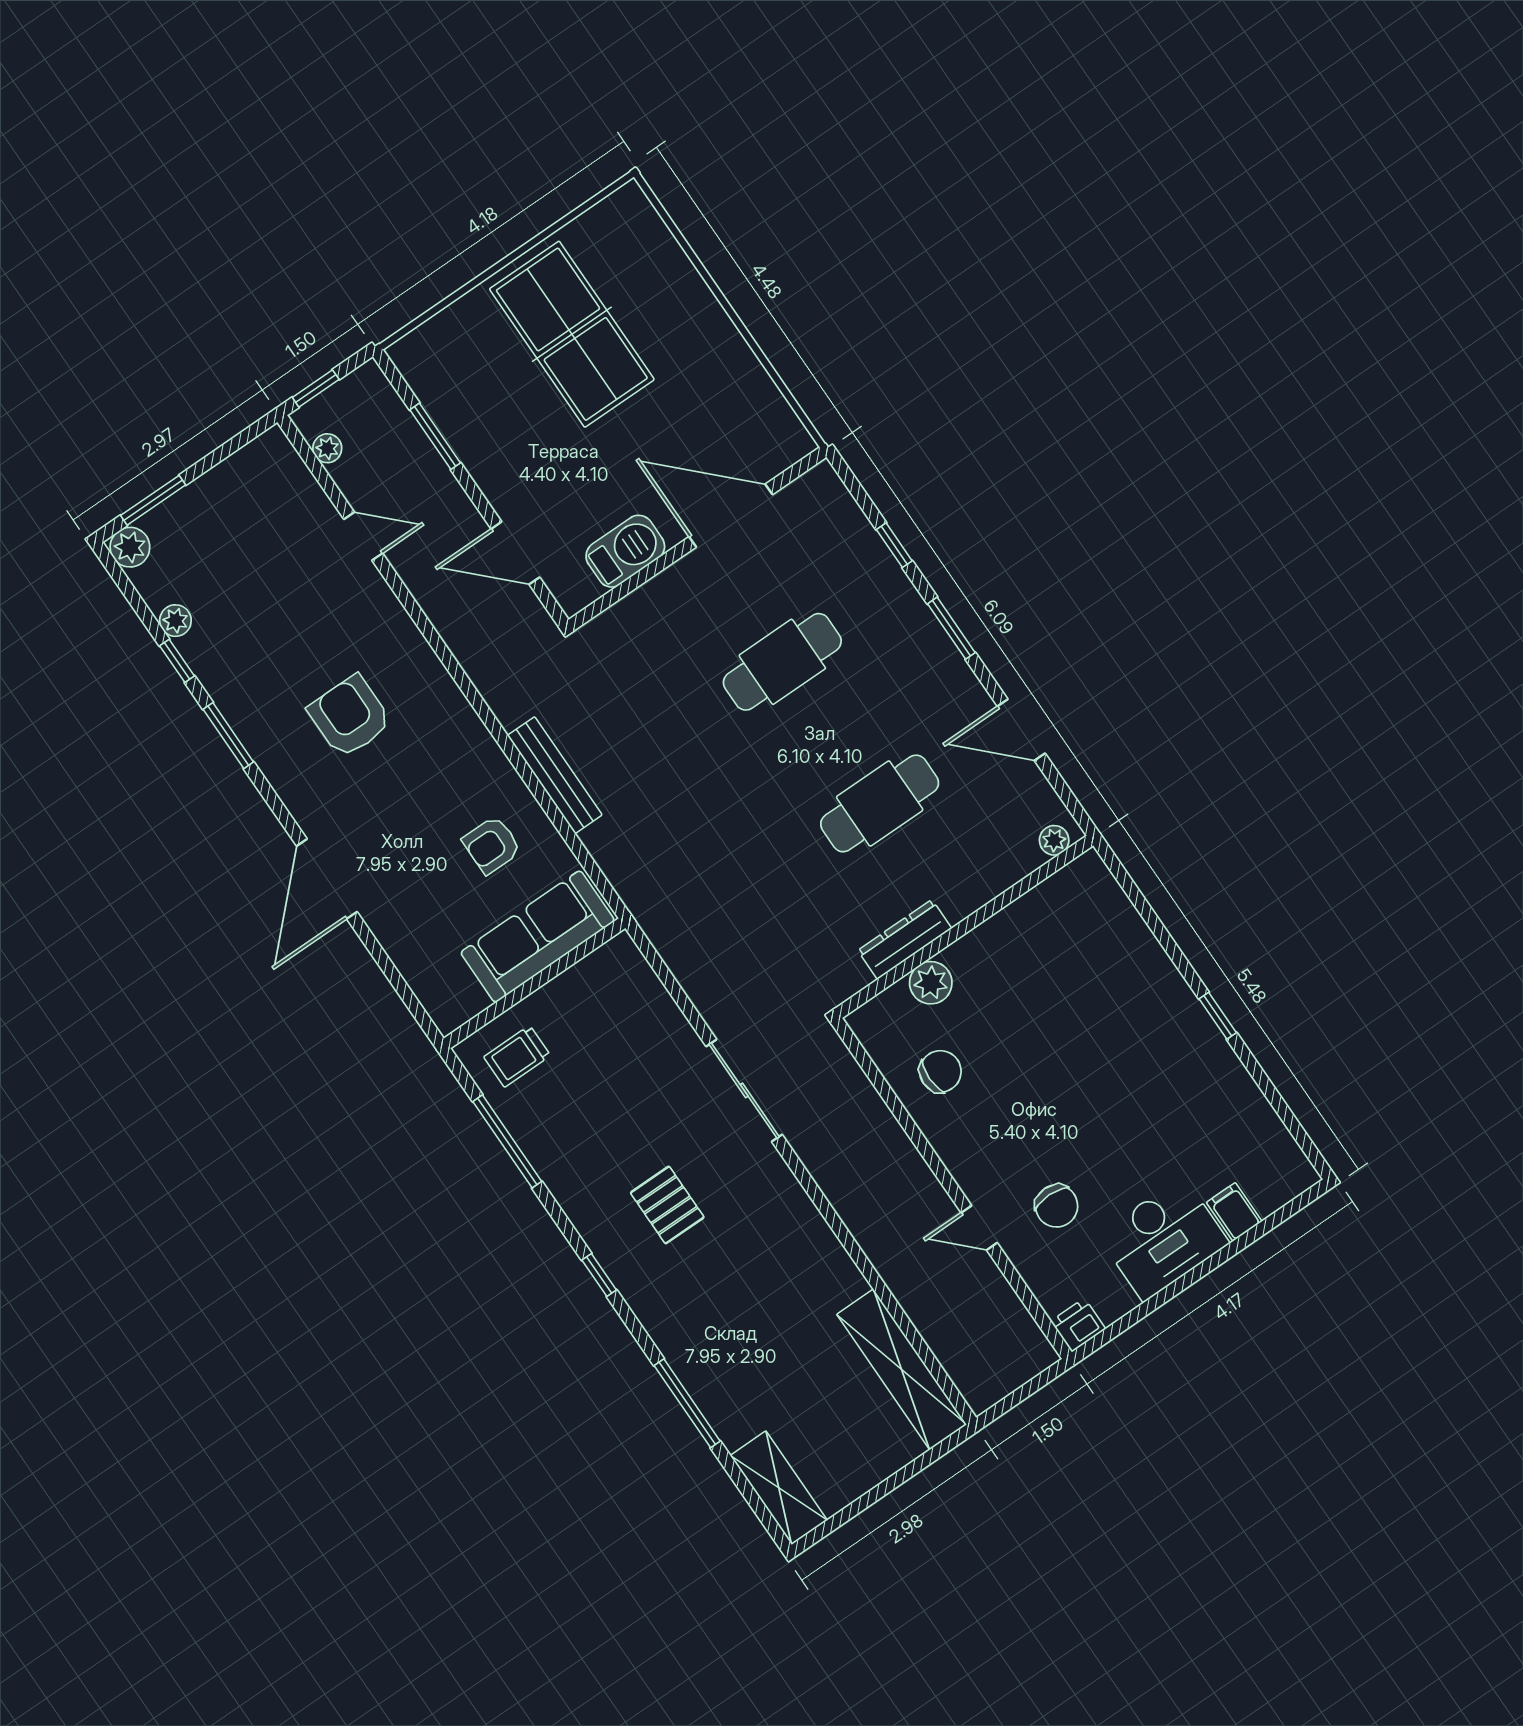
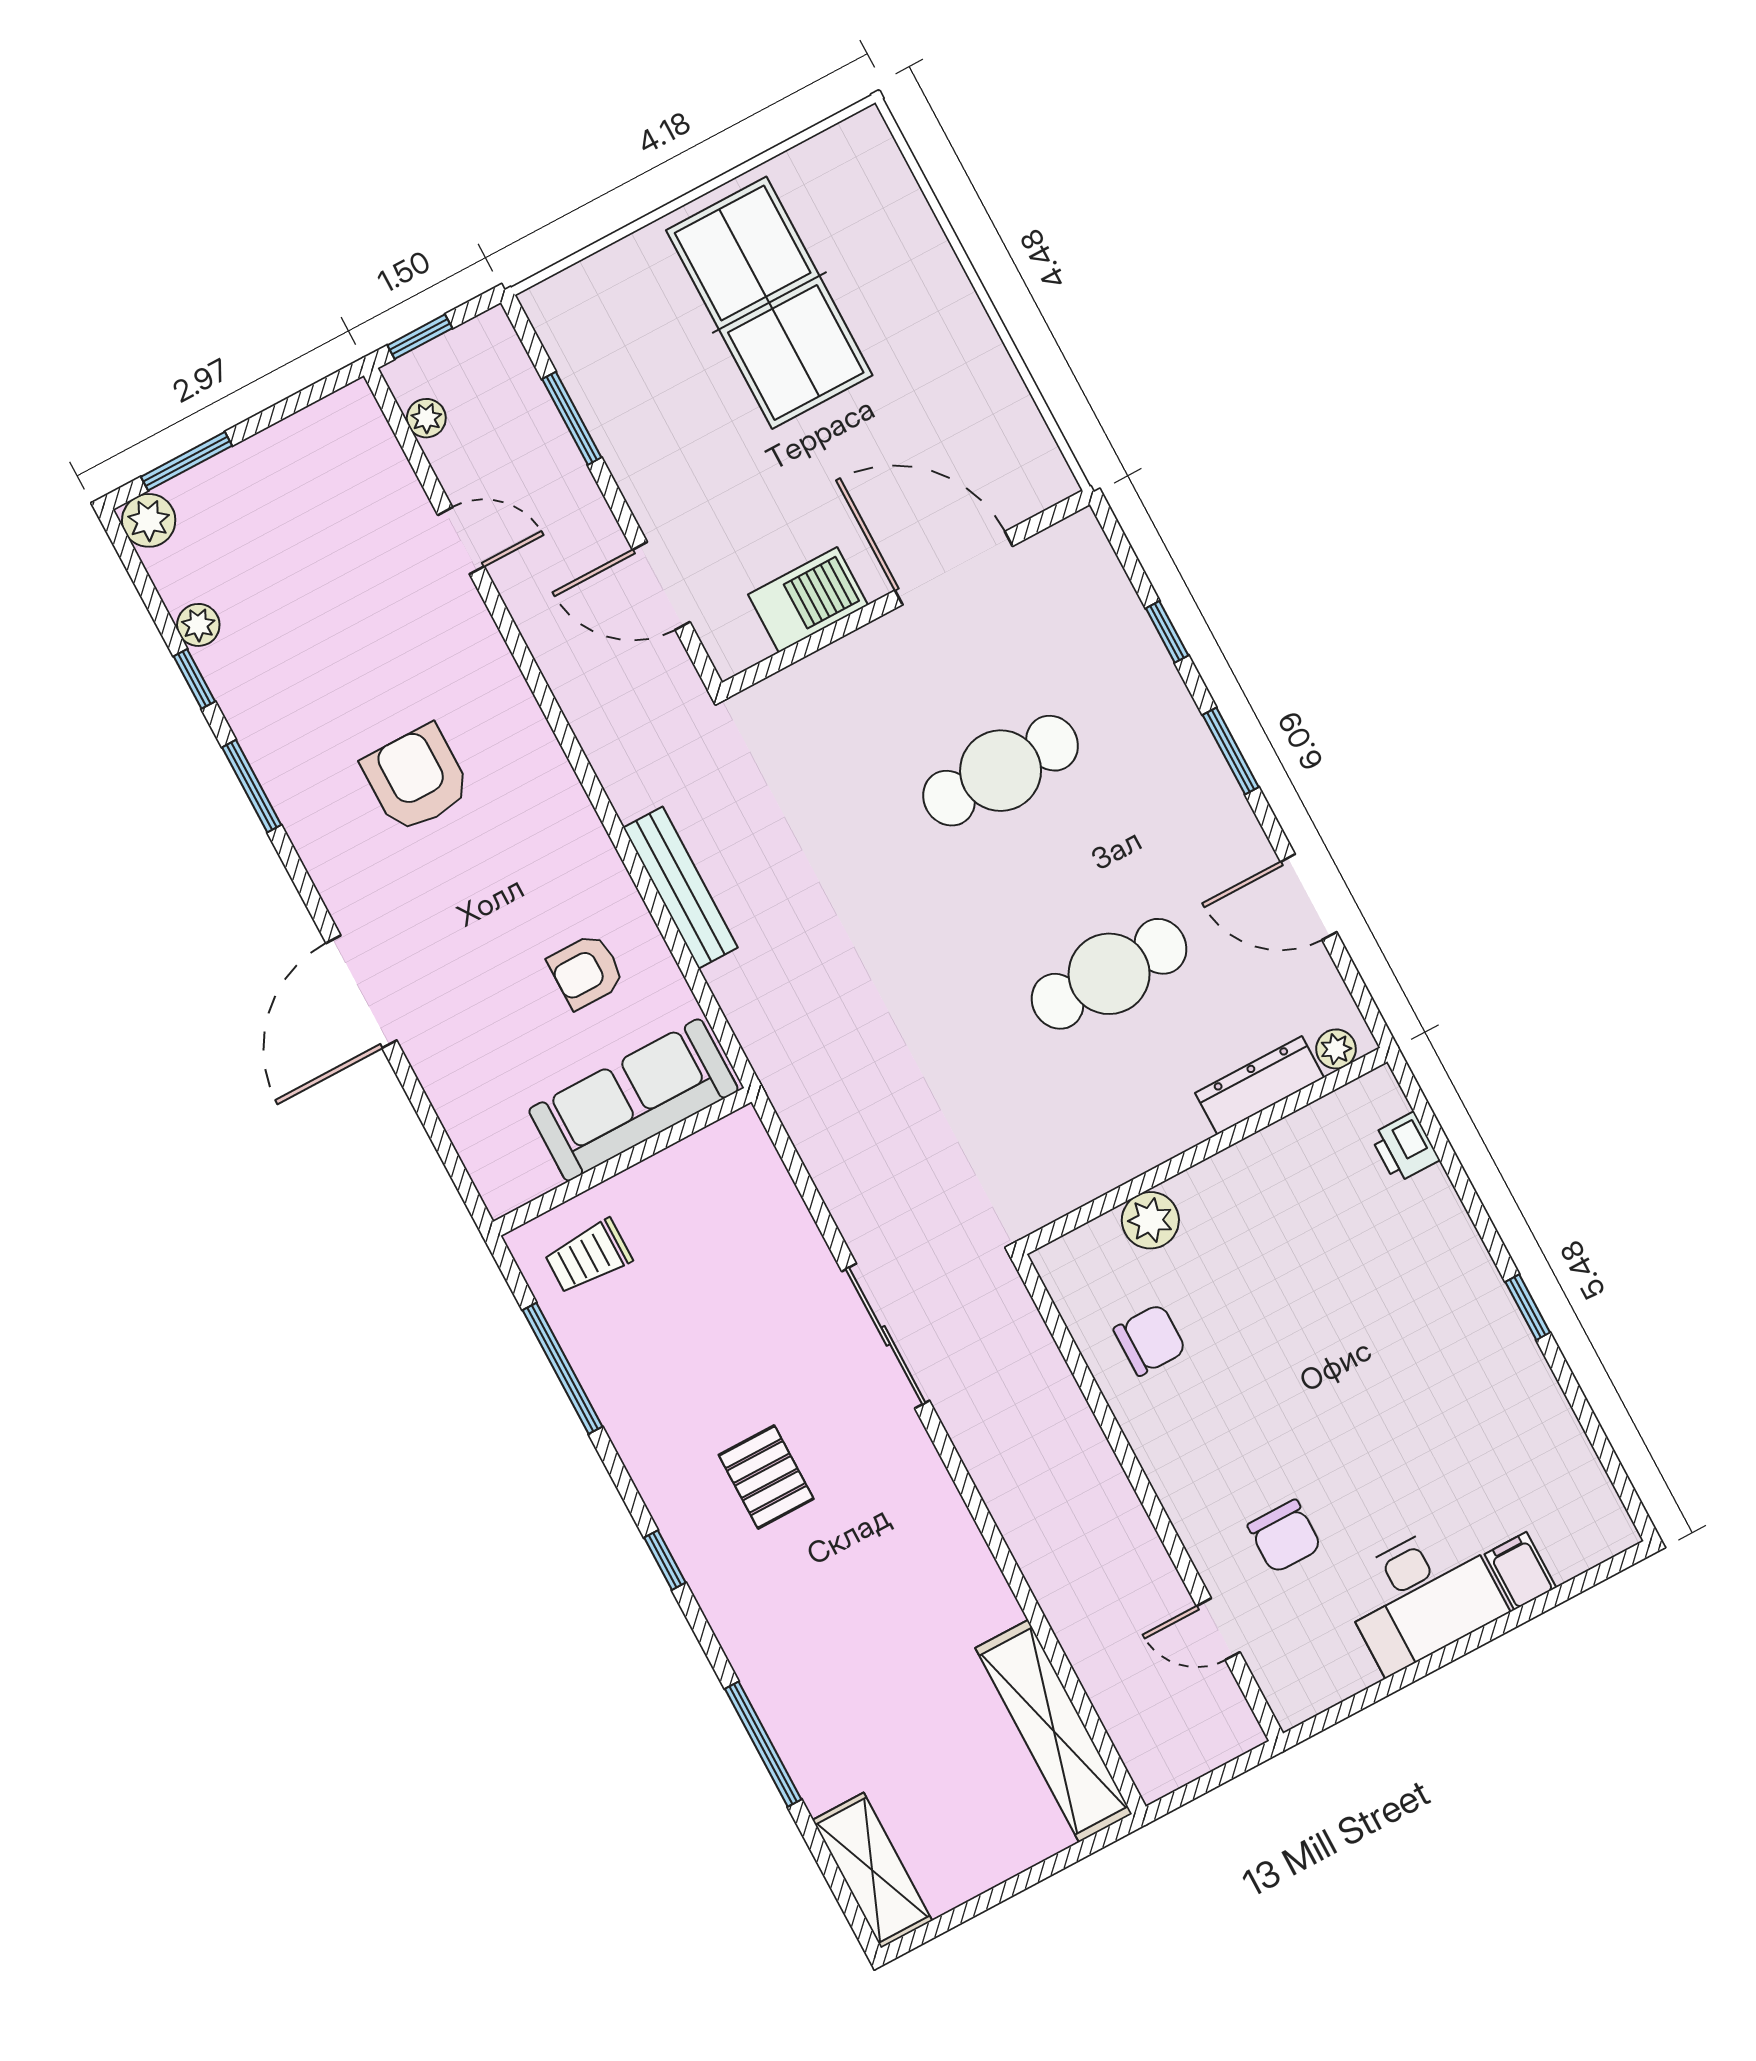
dresser: (905, 939) -> (1260, 1085), moved
door: (979, 1228) -> (1218, 1629), moved
printer: (1078, 1325) -> (1405, 1147), moved, turned -90

